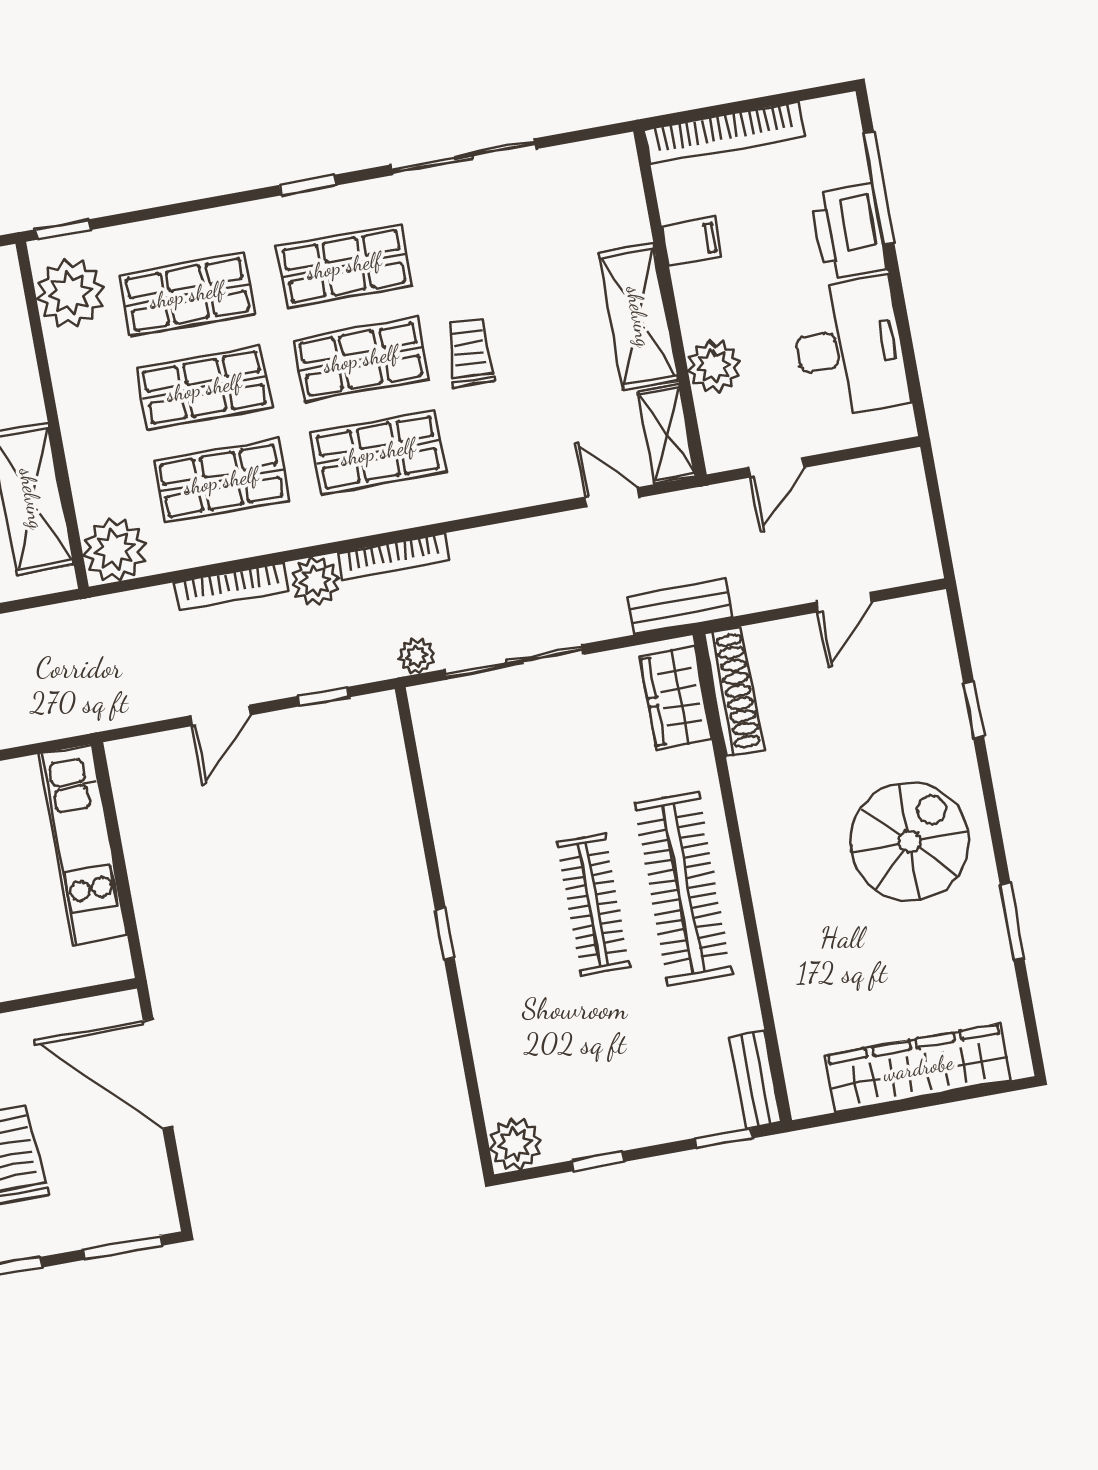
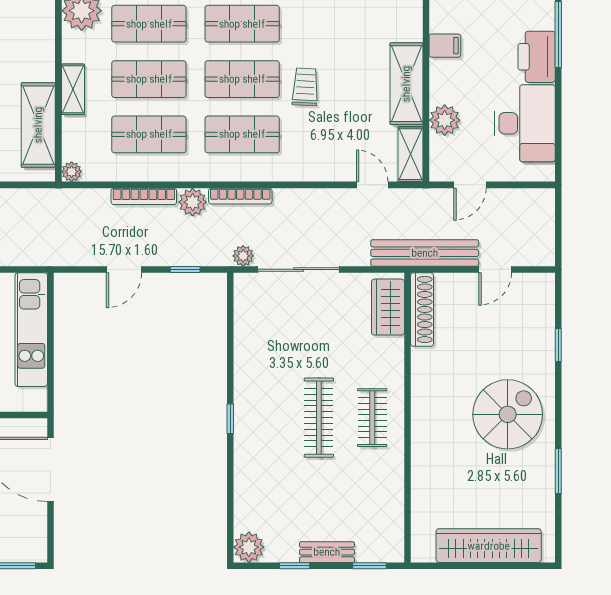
shelving: (80, 428) -> (73, 89), added
plant: (115, 550) -> (72, 172), width x0.53, depth x0.53
bench: (680, 607) -> (425, 253), width x1.86, depth x1.21
clothes rail: (683, 888) -> (372, 418), width x0.54, depth x0.76
bench: (755, 1080) -> (327, 552), moved, turned 90

